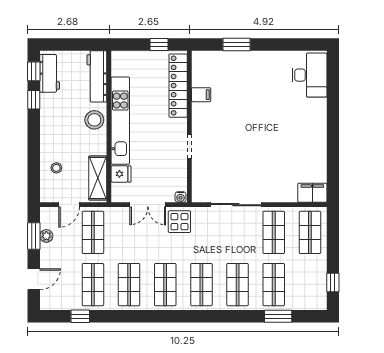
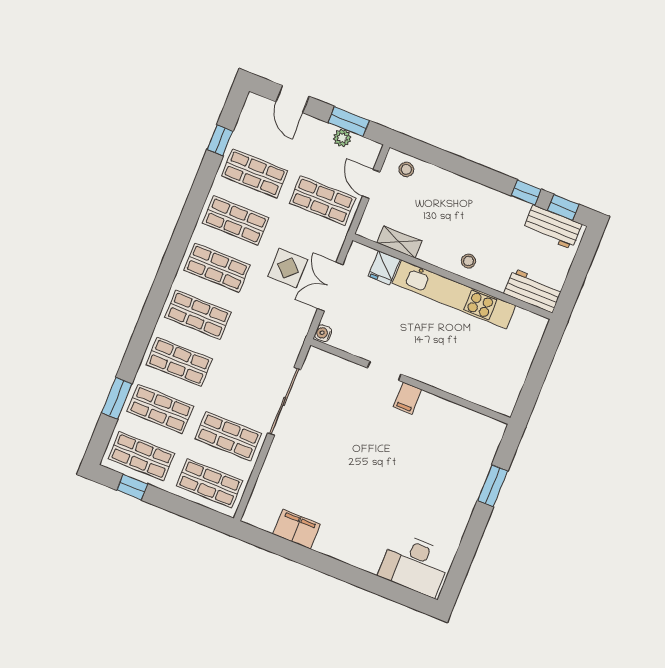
window: (159, 44) -> (533, 385), removed
workbench: (97, 76) -> (533, 291), width x0.73
locker: (178, 86) -> (470, 388), removed
filing cabinet: (201, 95) -> (407, 398), moved
stool: (94, 120) -> (468, 261), width x0.53, depth x0.53
stool: (56, 168) -> (406, 169), moved
shelving: (98, 178) -> (399, 242), width x0.67, depth x0.75
filing cabinet: (312, 193) -> (297, 529), moved, turned -90
display table: (179, 222) -> (288, 268), moved
shop shelf: (310, 285) -> (141, 456), added

